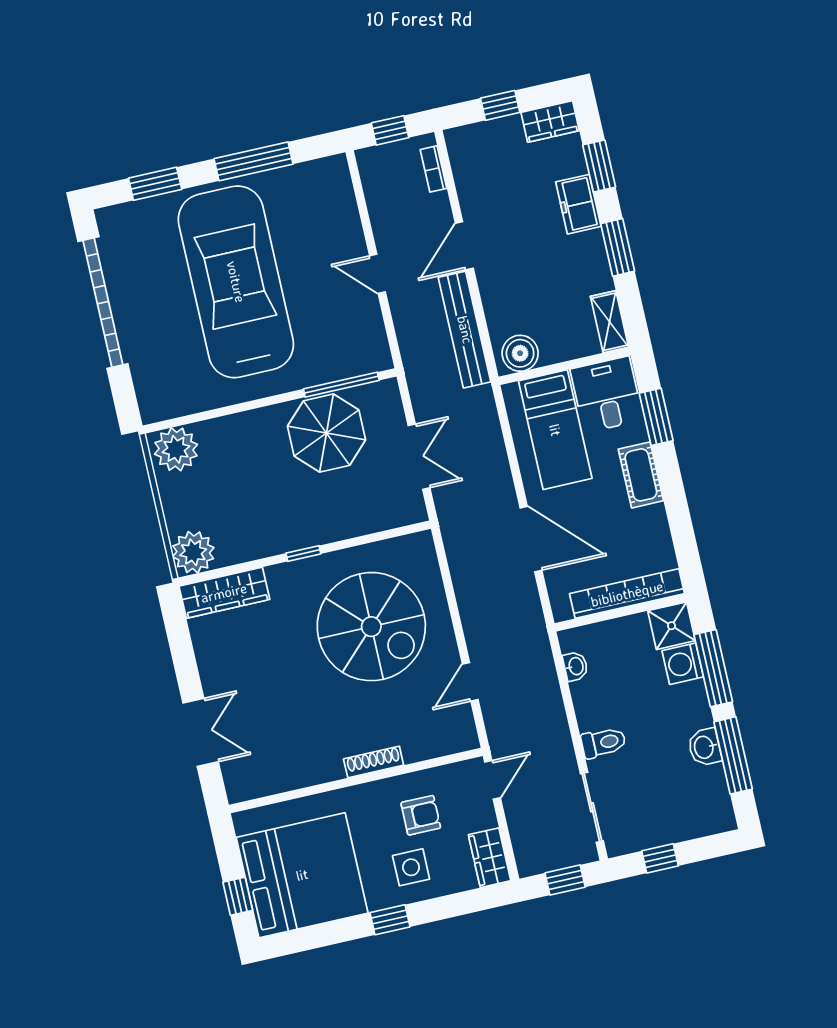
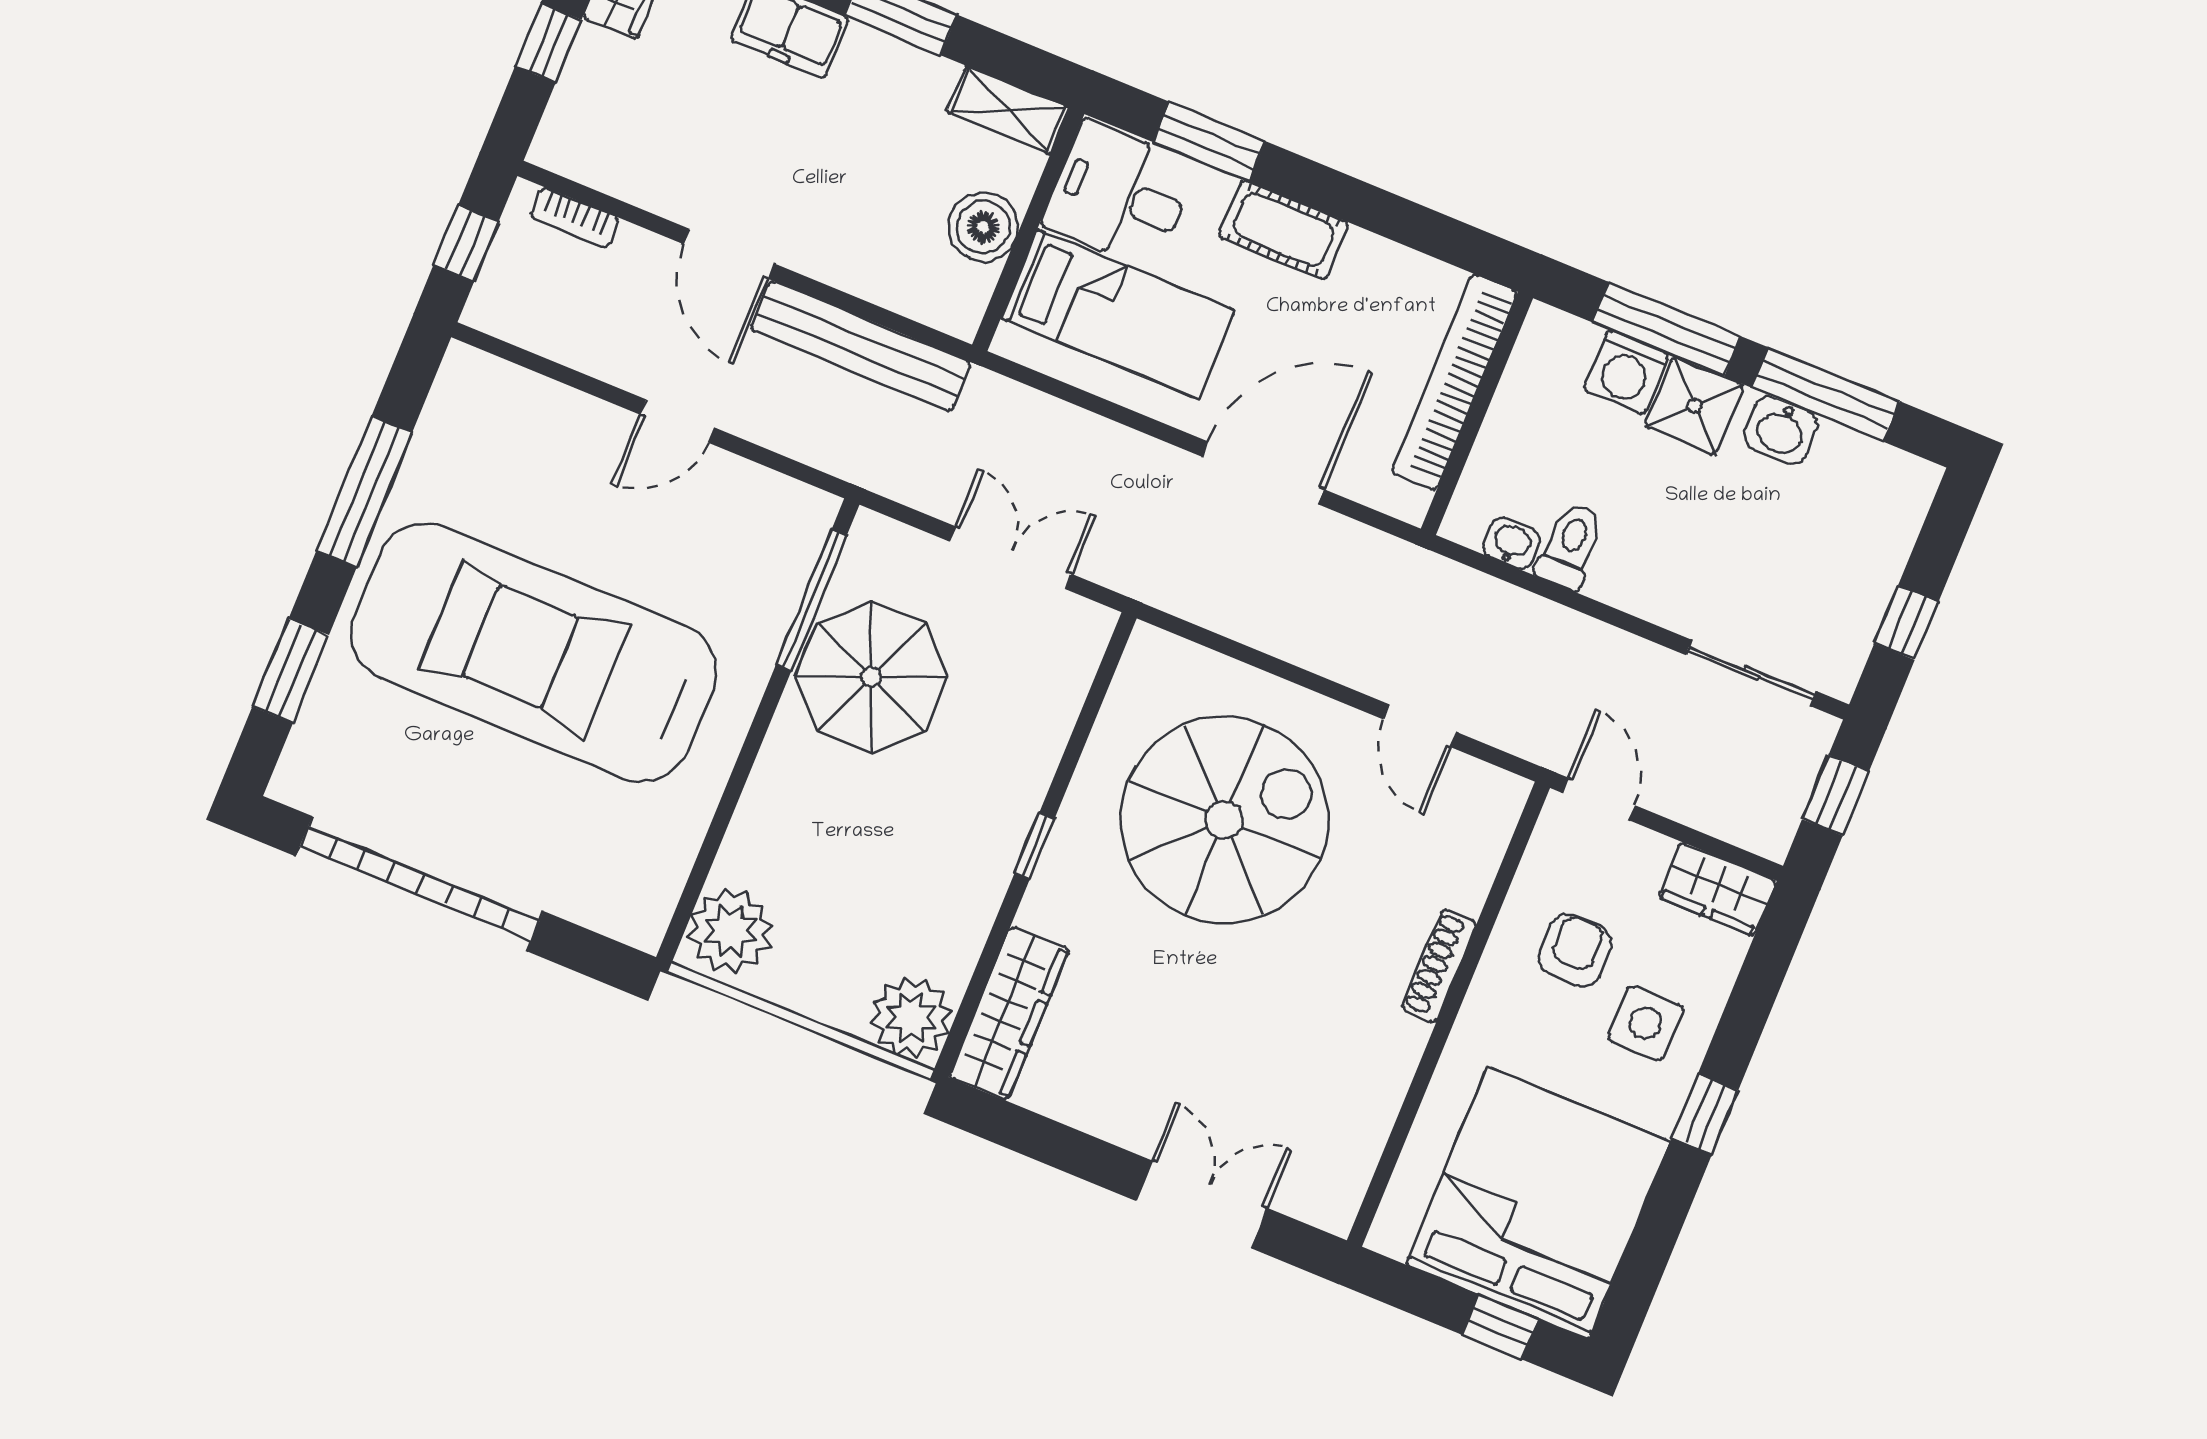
boiler: (520, 353) -> (983, 227), moved
shower: (672, 626) -> (1694, 406), moved
toilet: (603, 743) -> (1570, 546), moved

